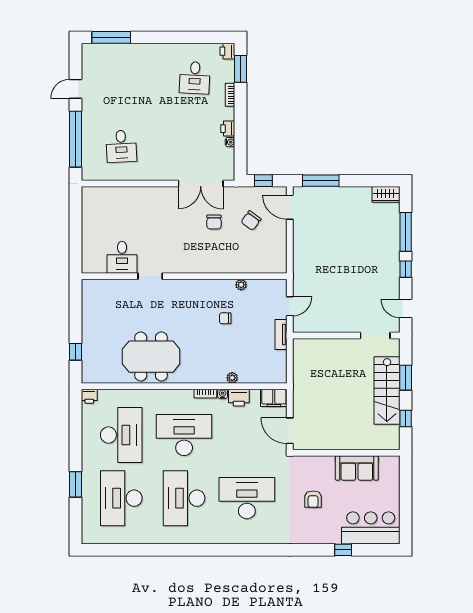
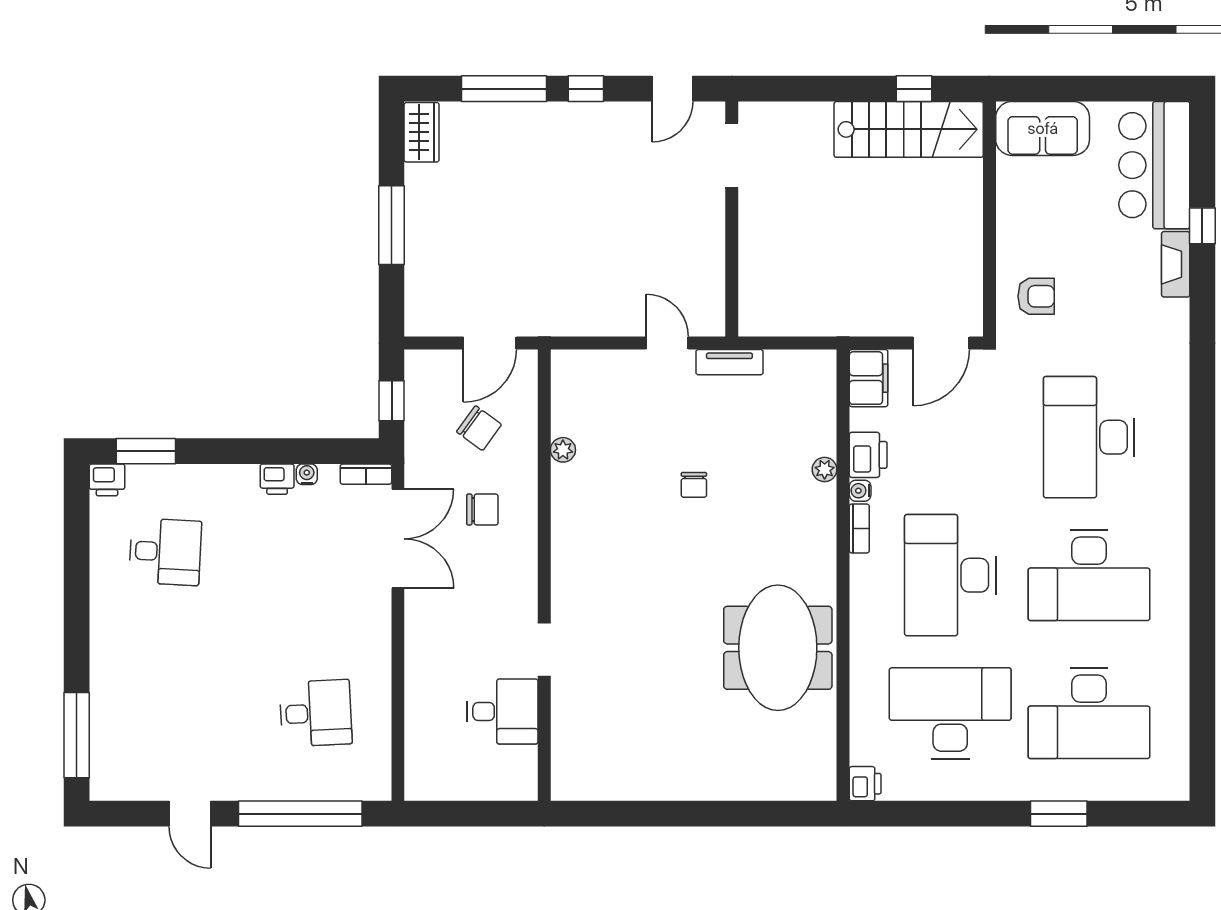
bookcase: (230, 95) -> (366, 474), moved
window: (321, 181) -> (392, 225), moved
door: (290, 207) -> (490, 343), moved
desk: (122, 257) -> (503, 712), moved
doorway: (150, 276) -> (544, 650), moved
wall: (184, 276) -> (544, 575), moved
plant: (241, 285) -> (563, 450), moved
window: (75, 352) -> (767, 814), removed
window: (406, 378) -> (824, 89), removed
stairs: (387, 391) -> (909, 129), moved
sofa: (357, 468) -> (1043, 128), moved, turned 90
armchair: (313, 499) -> (1036, 296), moved
fireplace: (326, 538) -> (1176, 264), added

